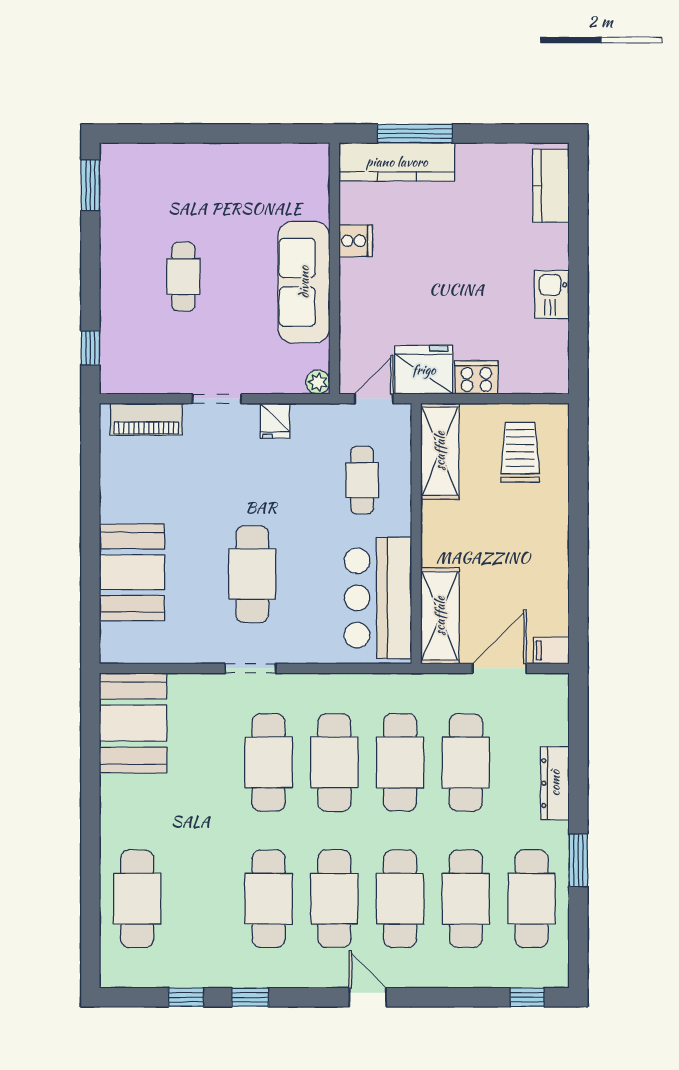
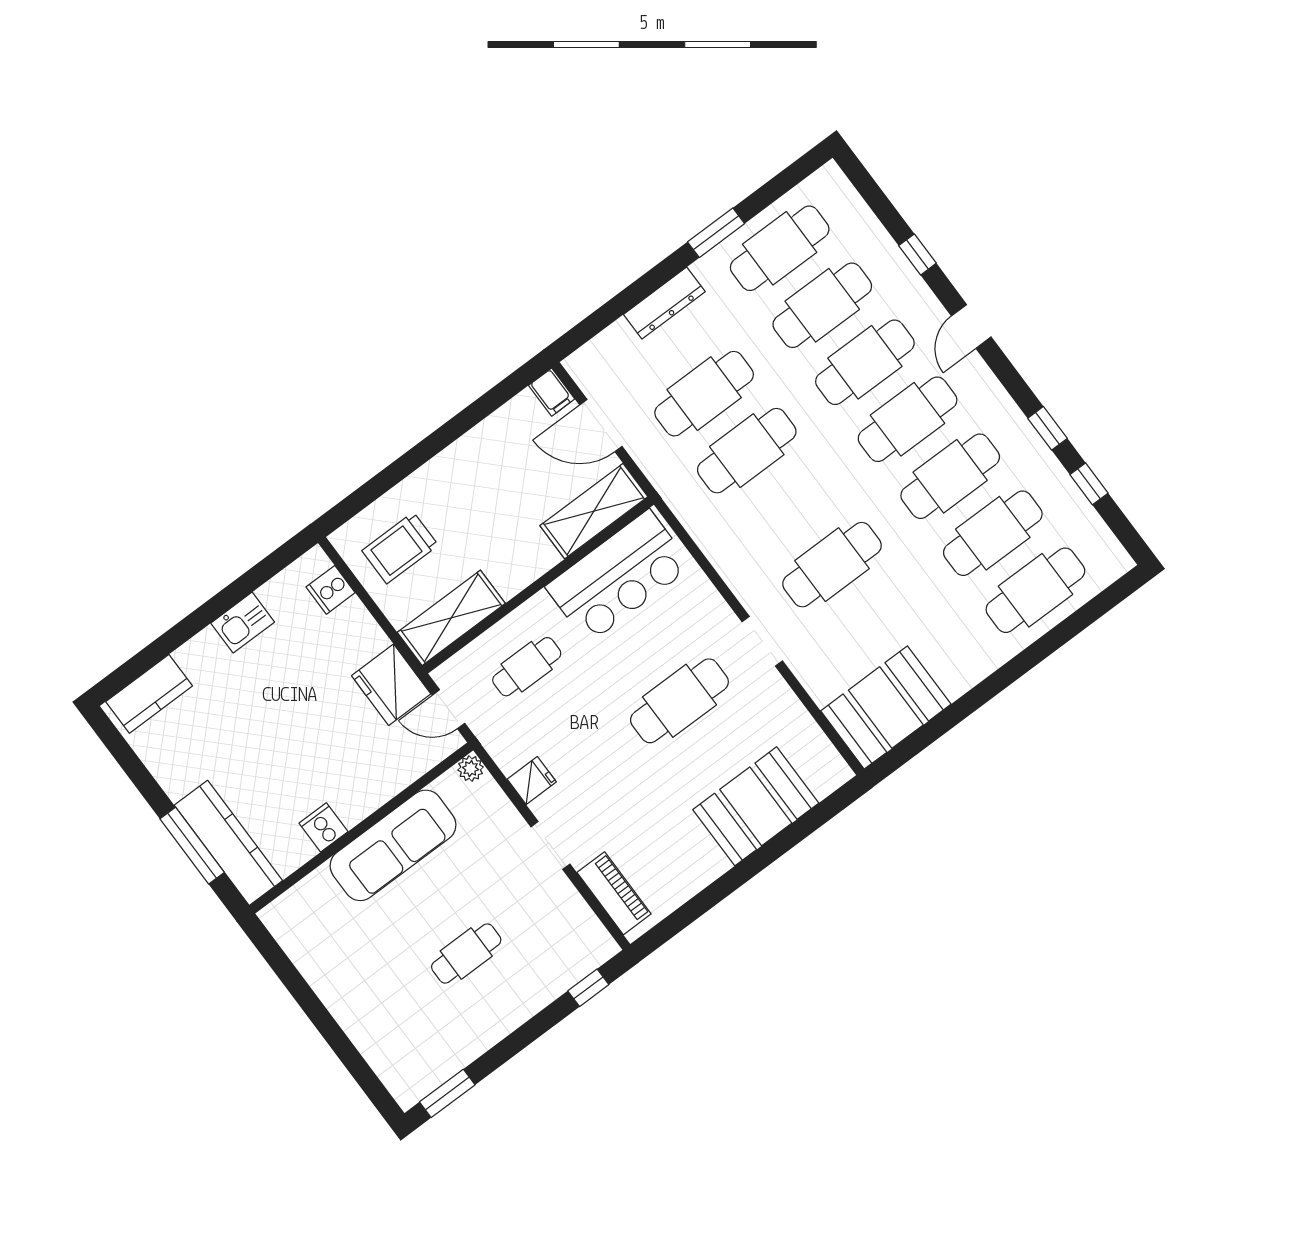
cooker: (476, 377) -> (331, 590), moved, width x0.73
cafe table: (334, 762) -> (993, 533), moved
window: (527, 997) -> (917, 254), moved

